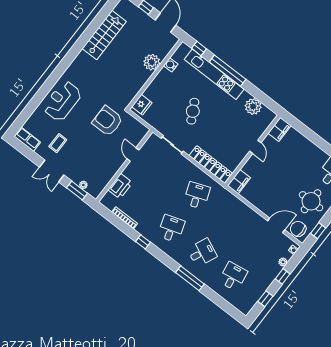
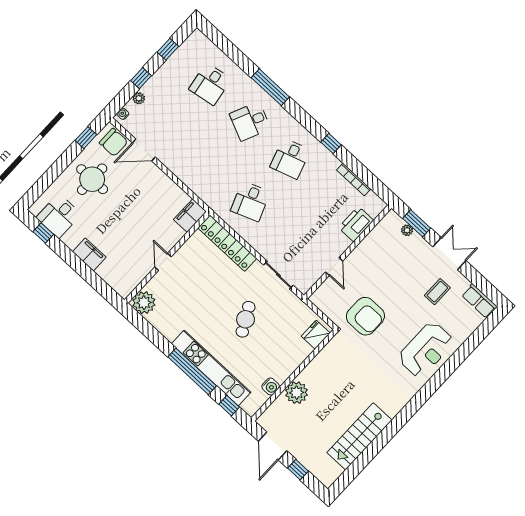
plant: (253, 106) -> (144, 303), moved
filing cabinet: (279, 129) -> (89, 254), moved, turned 90

